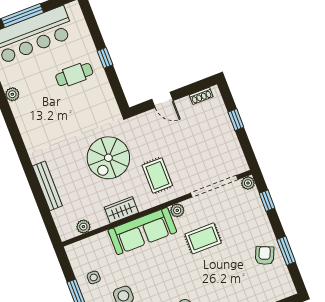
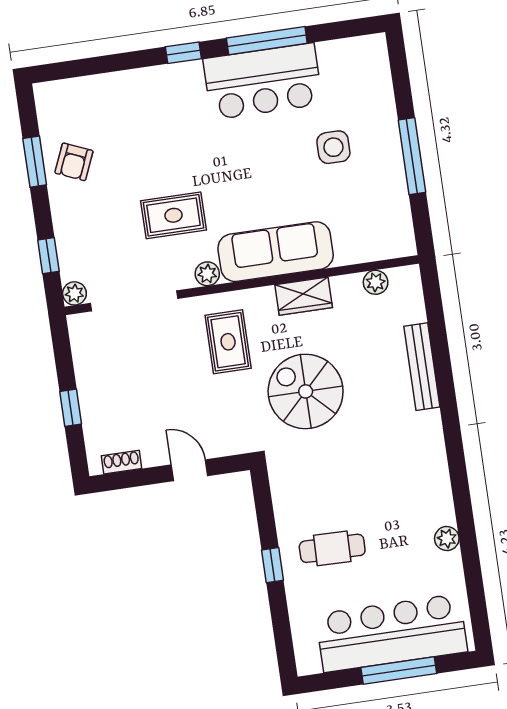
spiral stairs: (108, 158) -> (306, 391), turned -90
side table: (94, 277) -> (378, 190), removed

